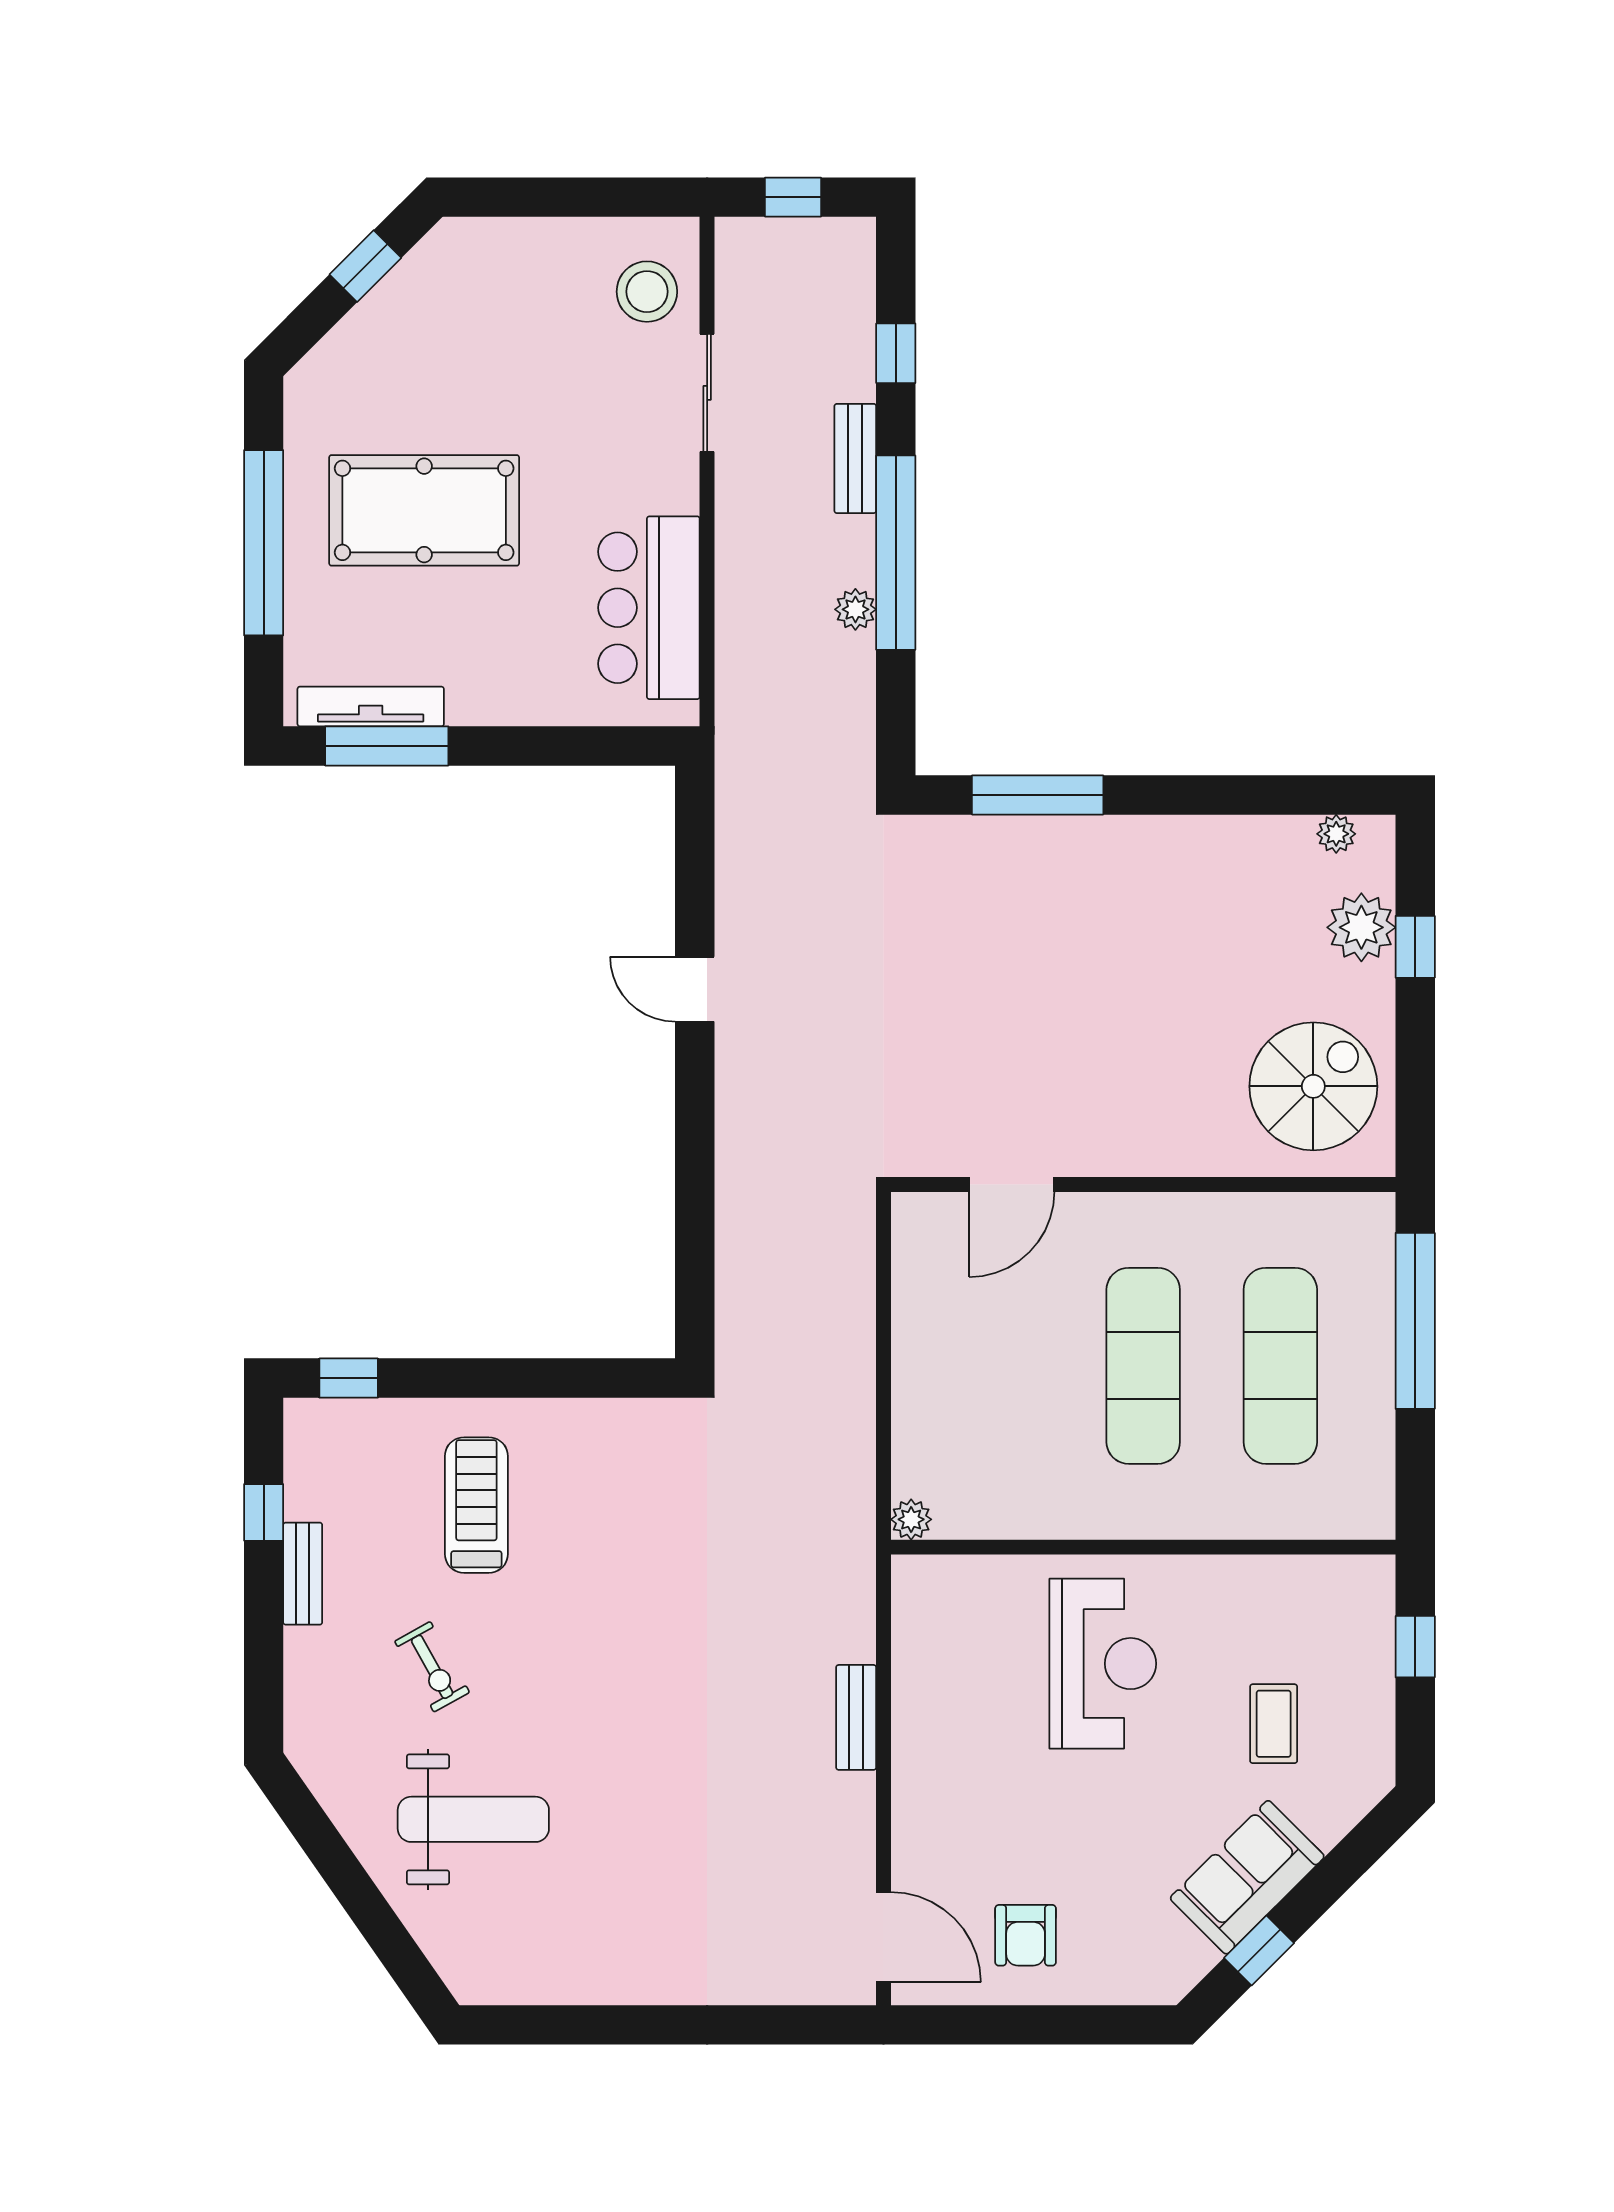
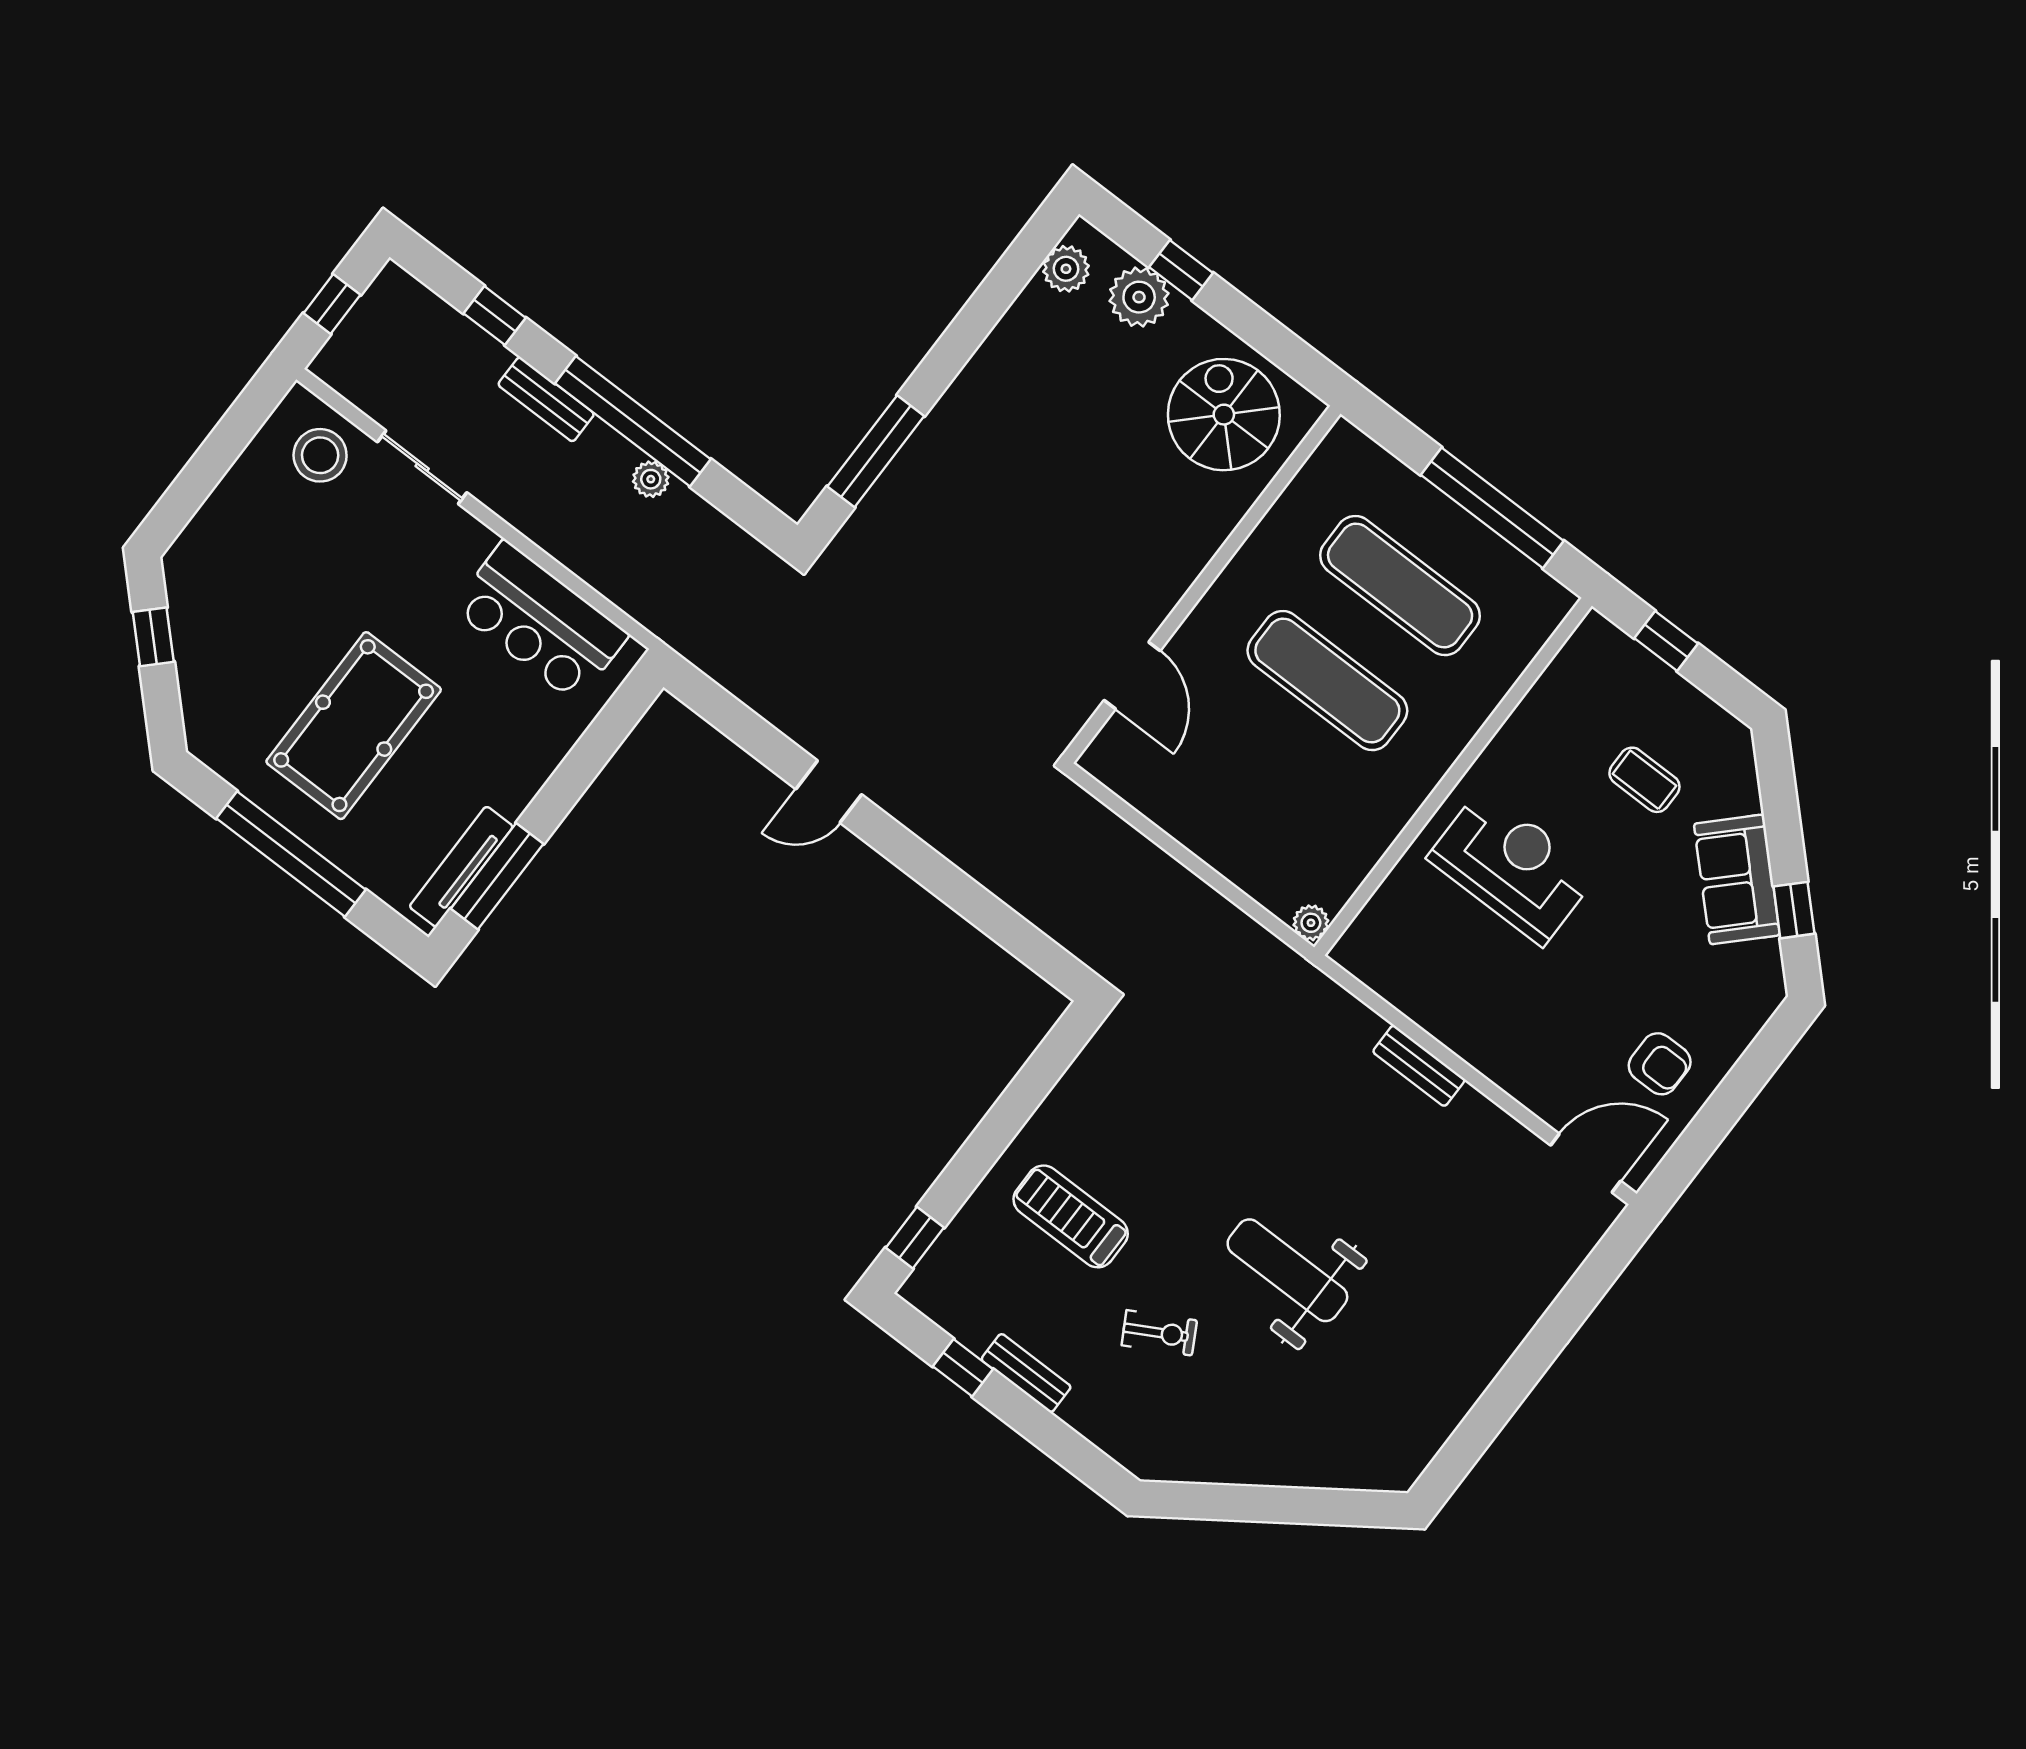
plant: (1336, 834) -> (1066, 269), width x1.38, depth x1.38
window: (1415, 1321) -> (1492, 508), moved
weight bench: (473, 1819) -> (1287, 1270), moved, turned -90

